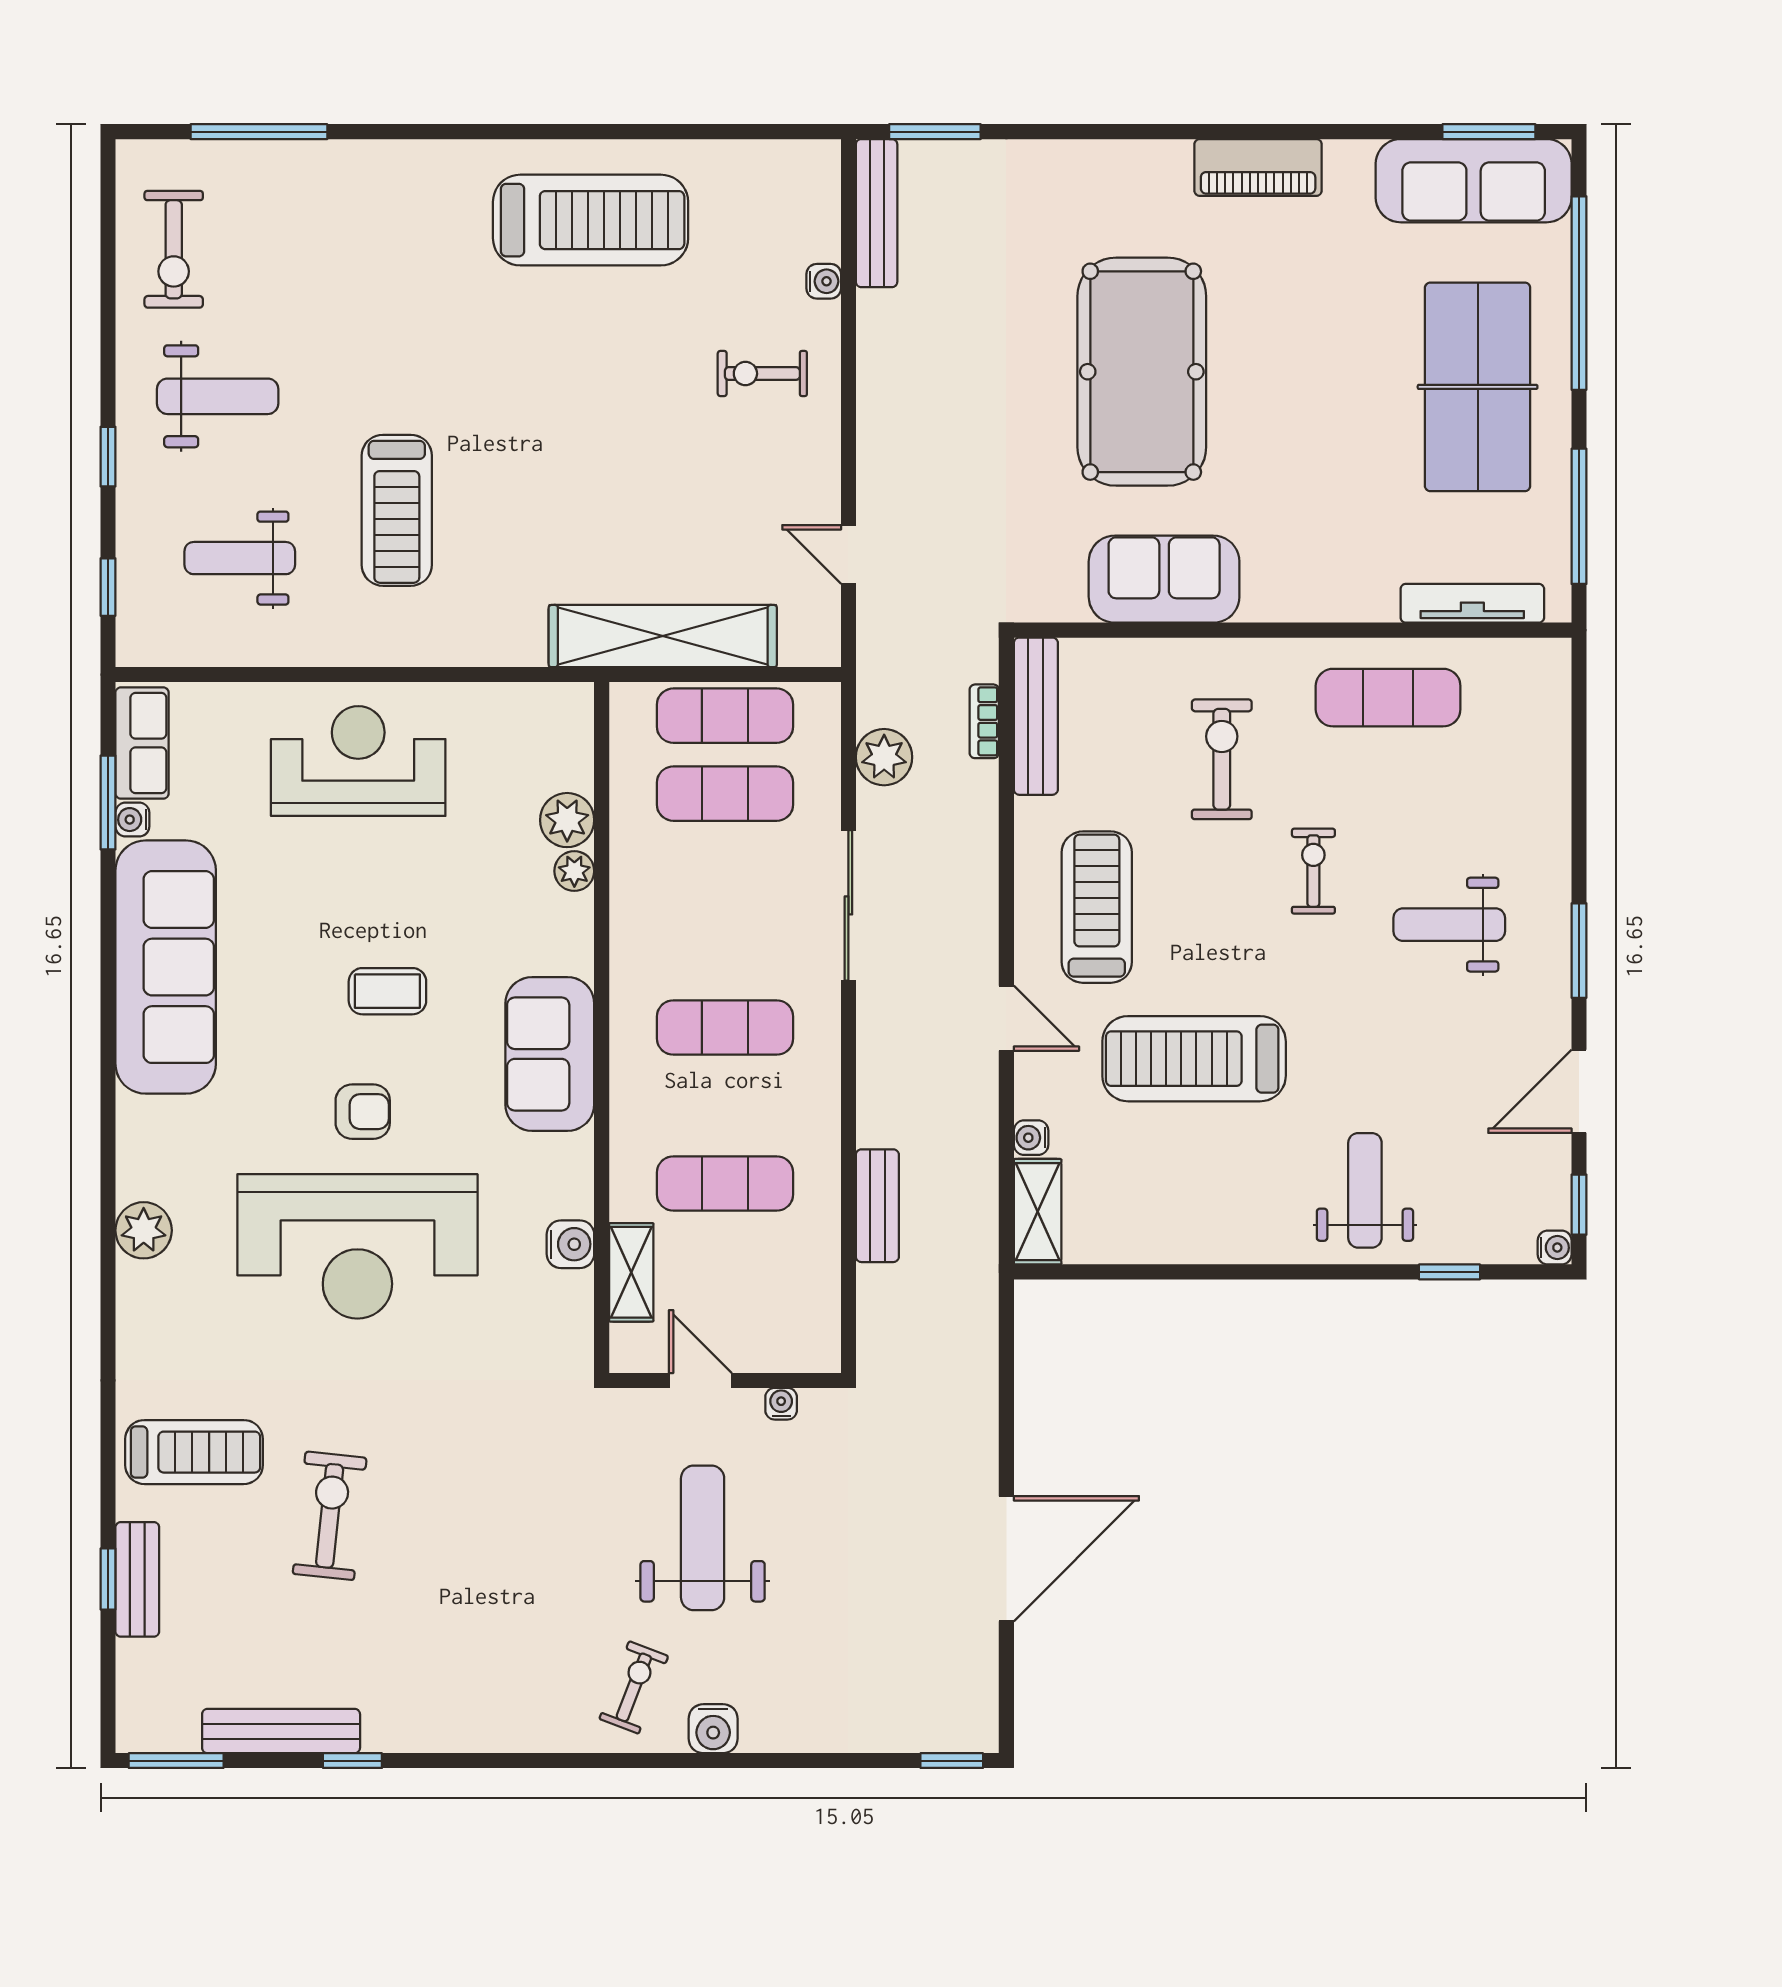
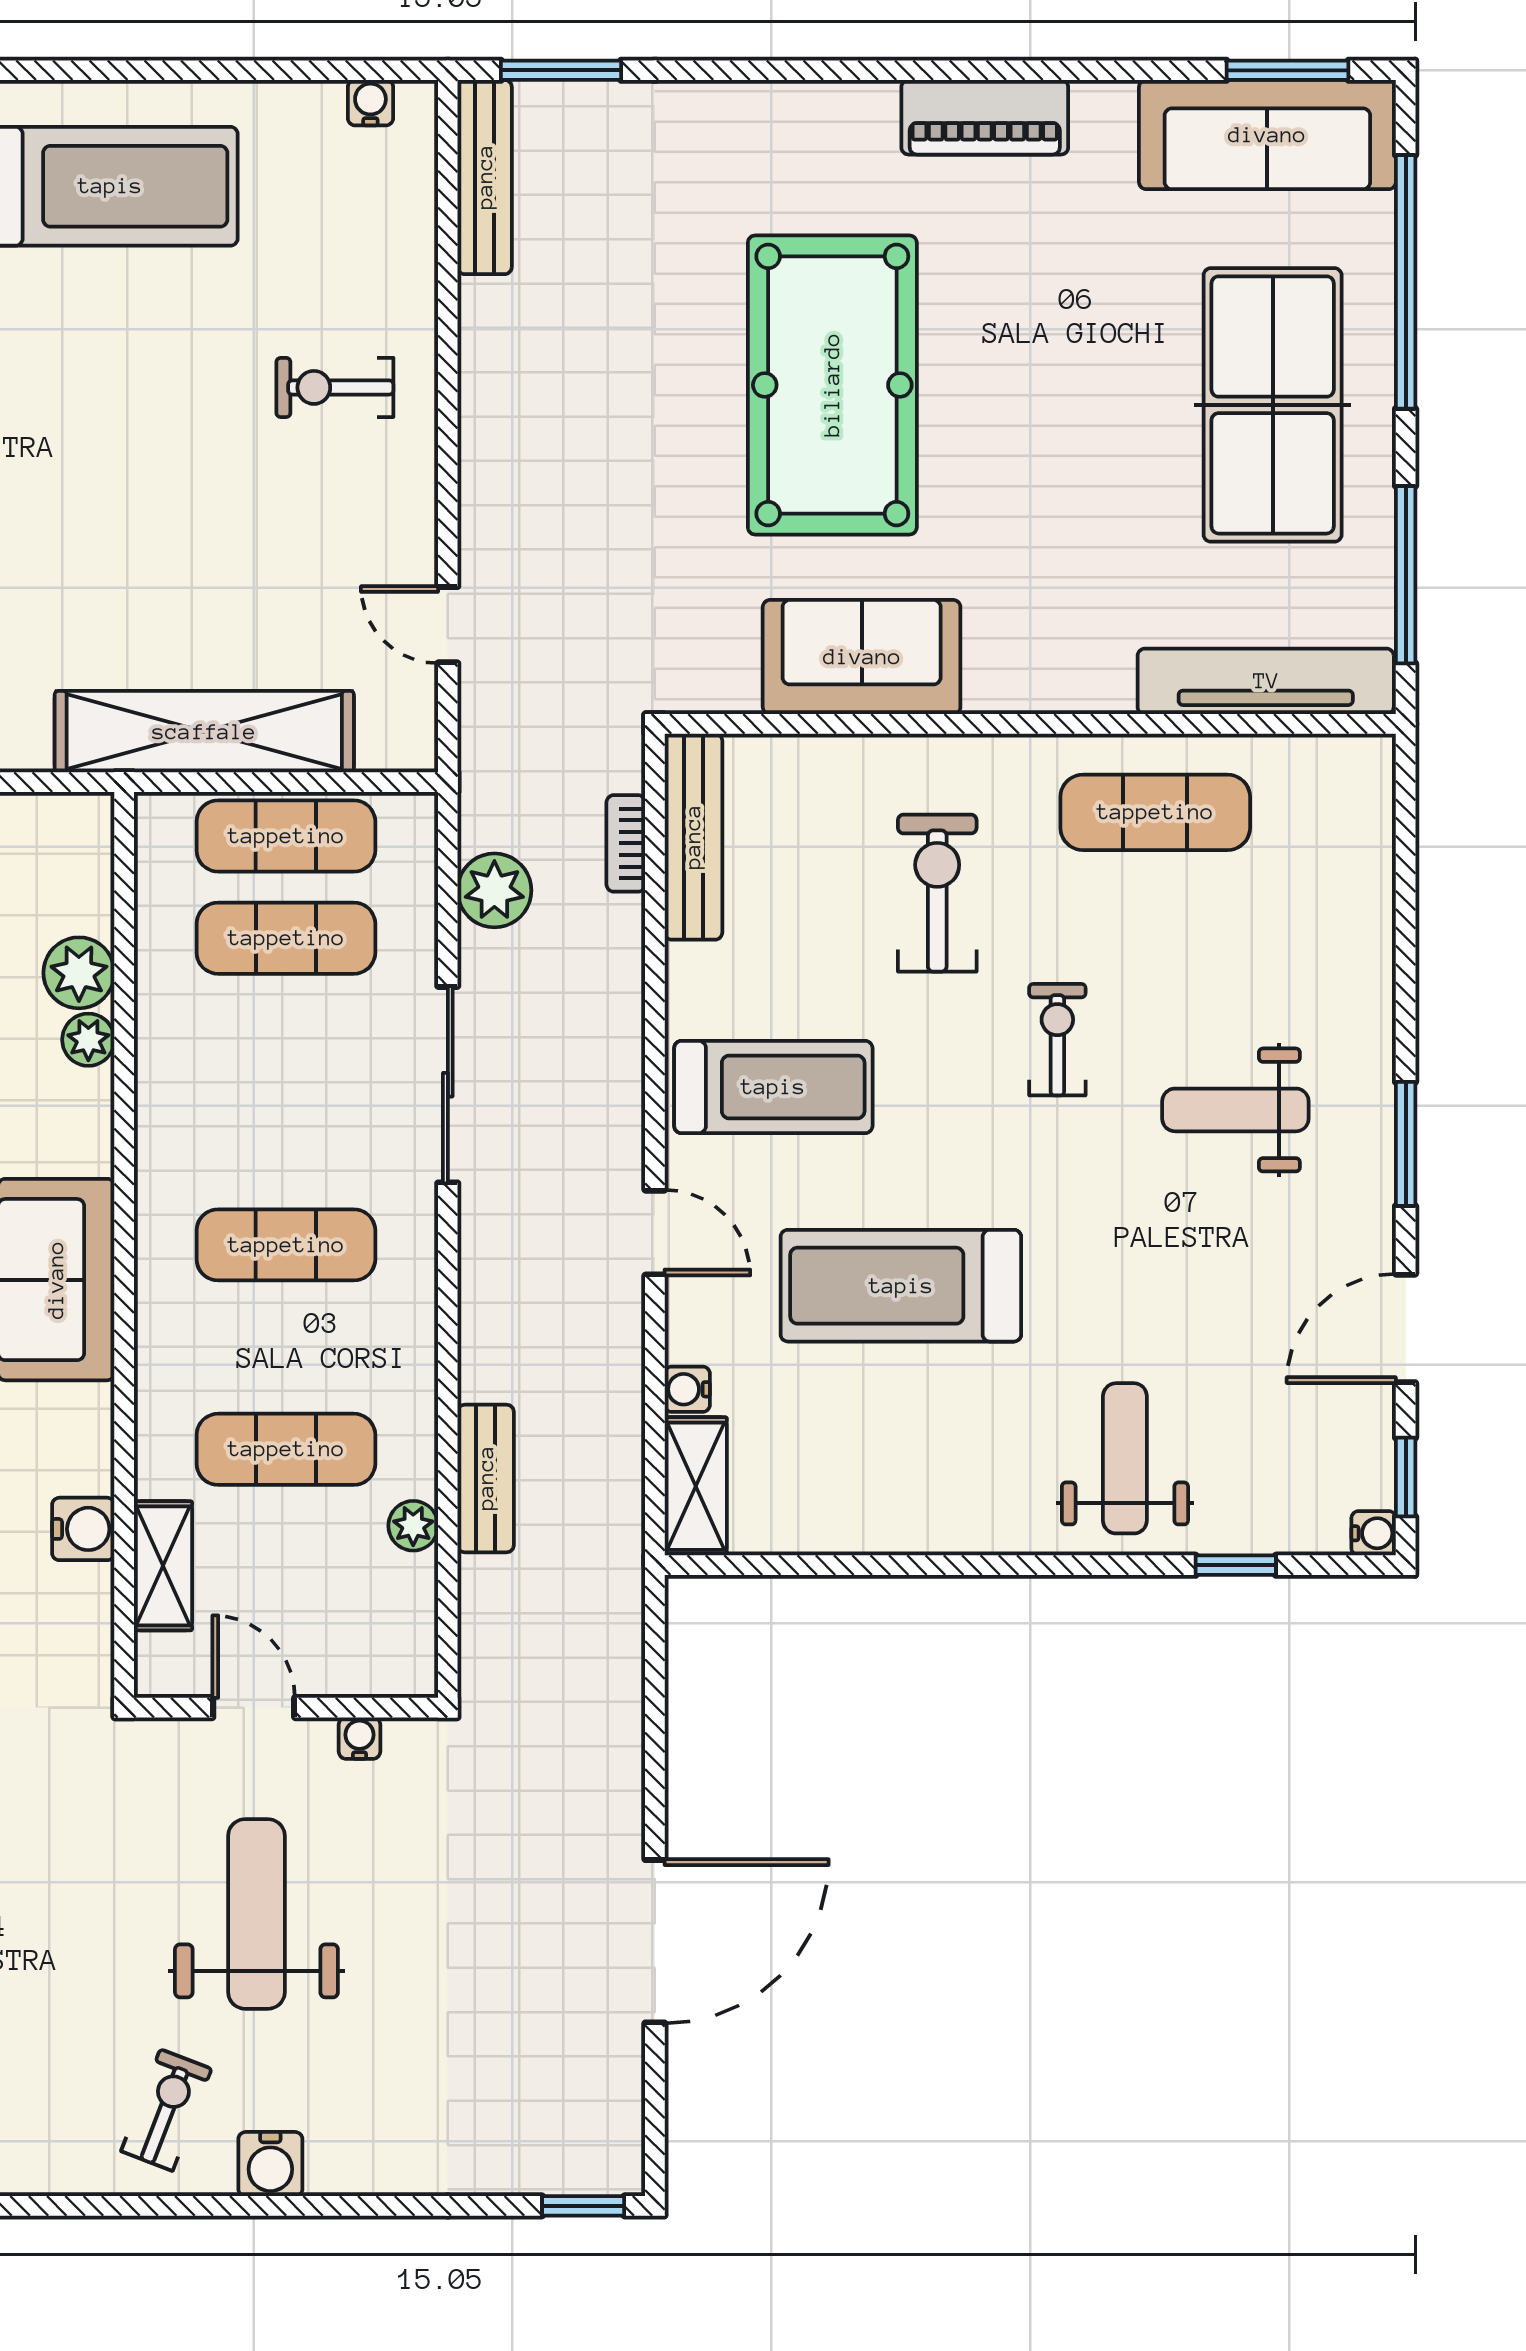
water cooler: (824, 281) -> (370, 103), moved, turned -90
tv unit: (1472, 603) -> (1266, 681), width x1.36, depth x1.29
treadmill: (1097, 907) -> (773, 1087), turned 90
plant: (822, 1242) -> (413, 1526), added

